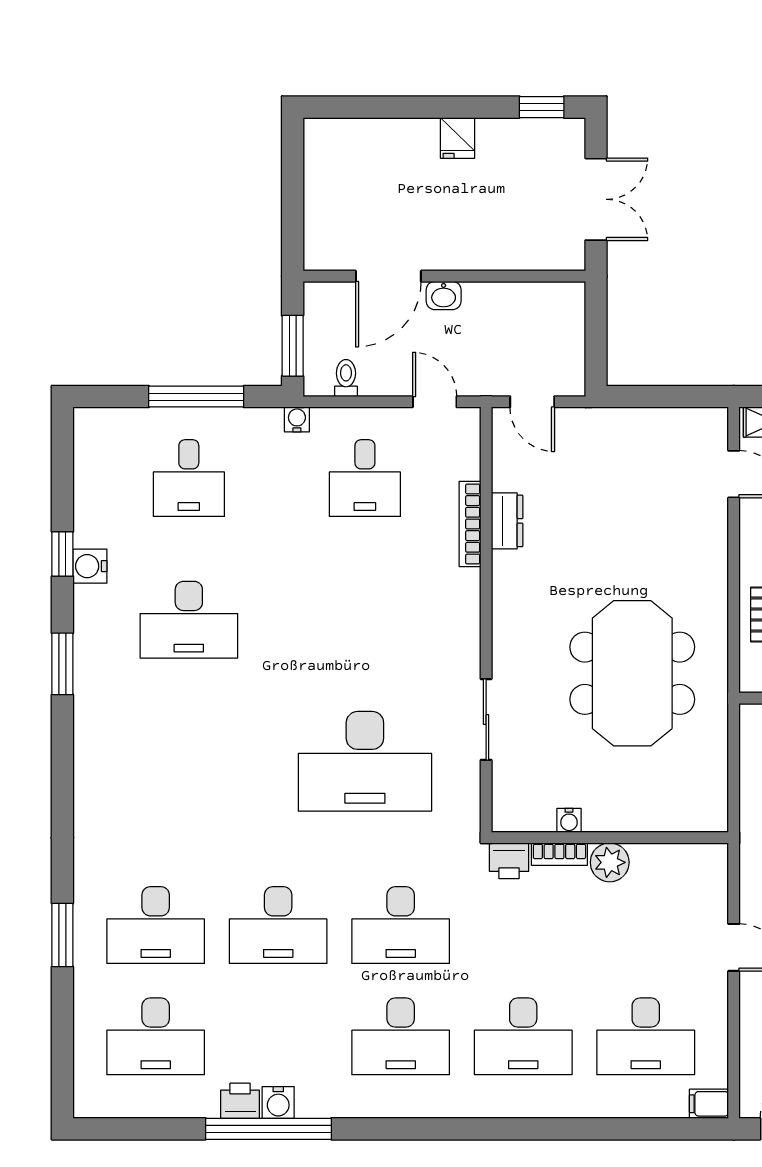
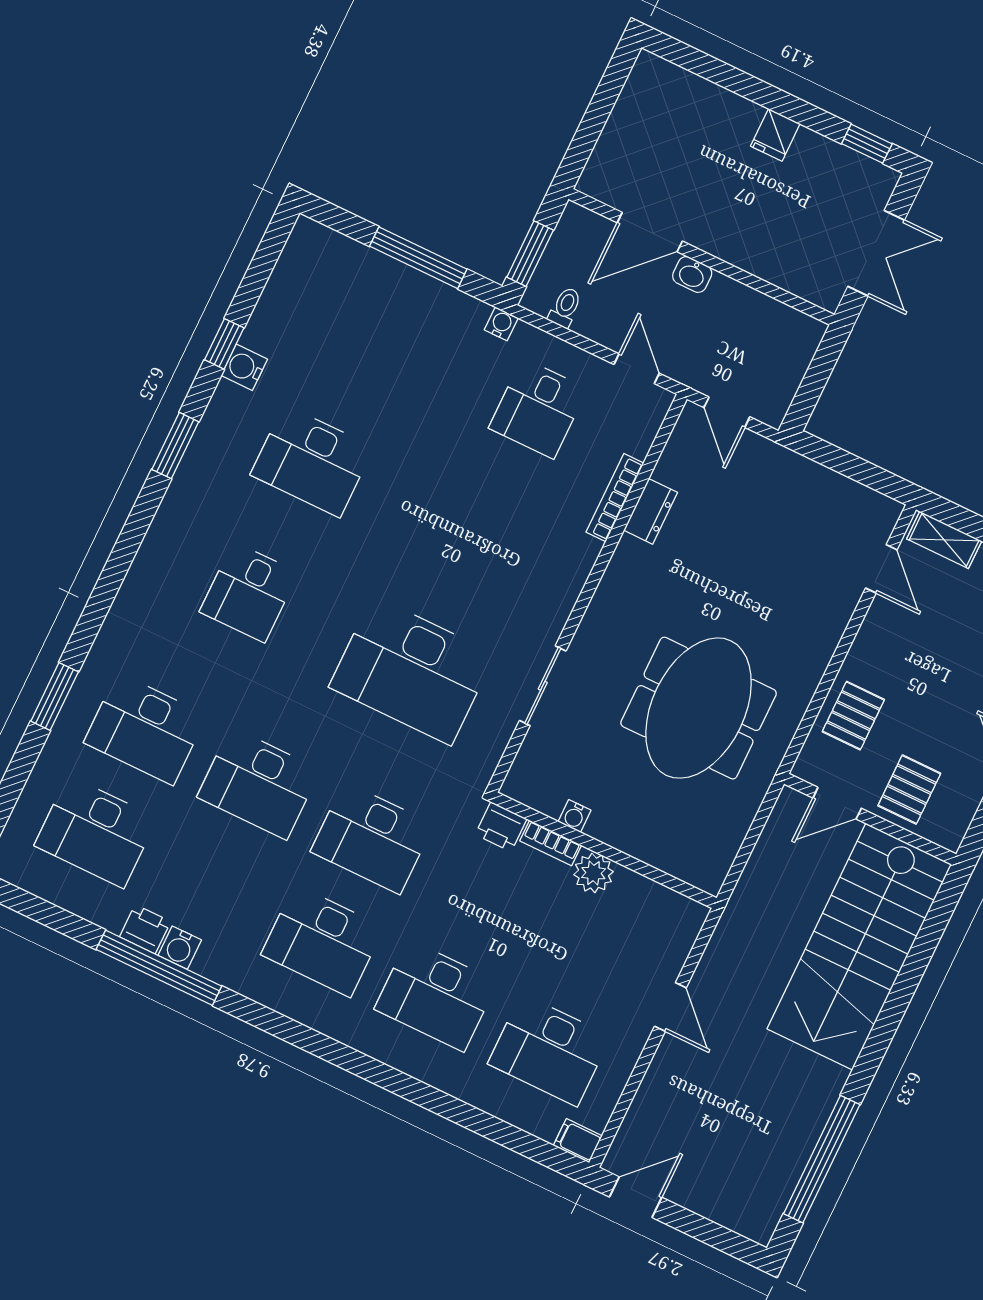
desk: (189, 478) -> (249, 592), moved

